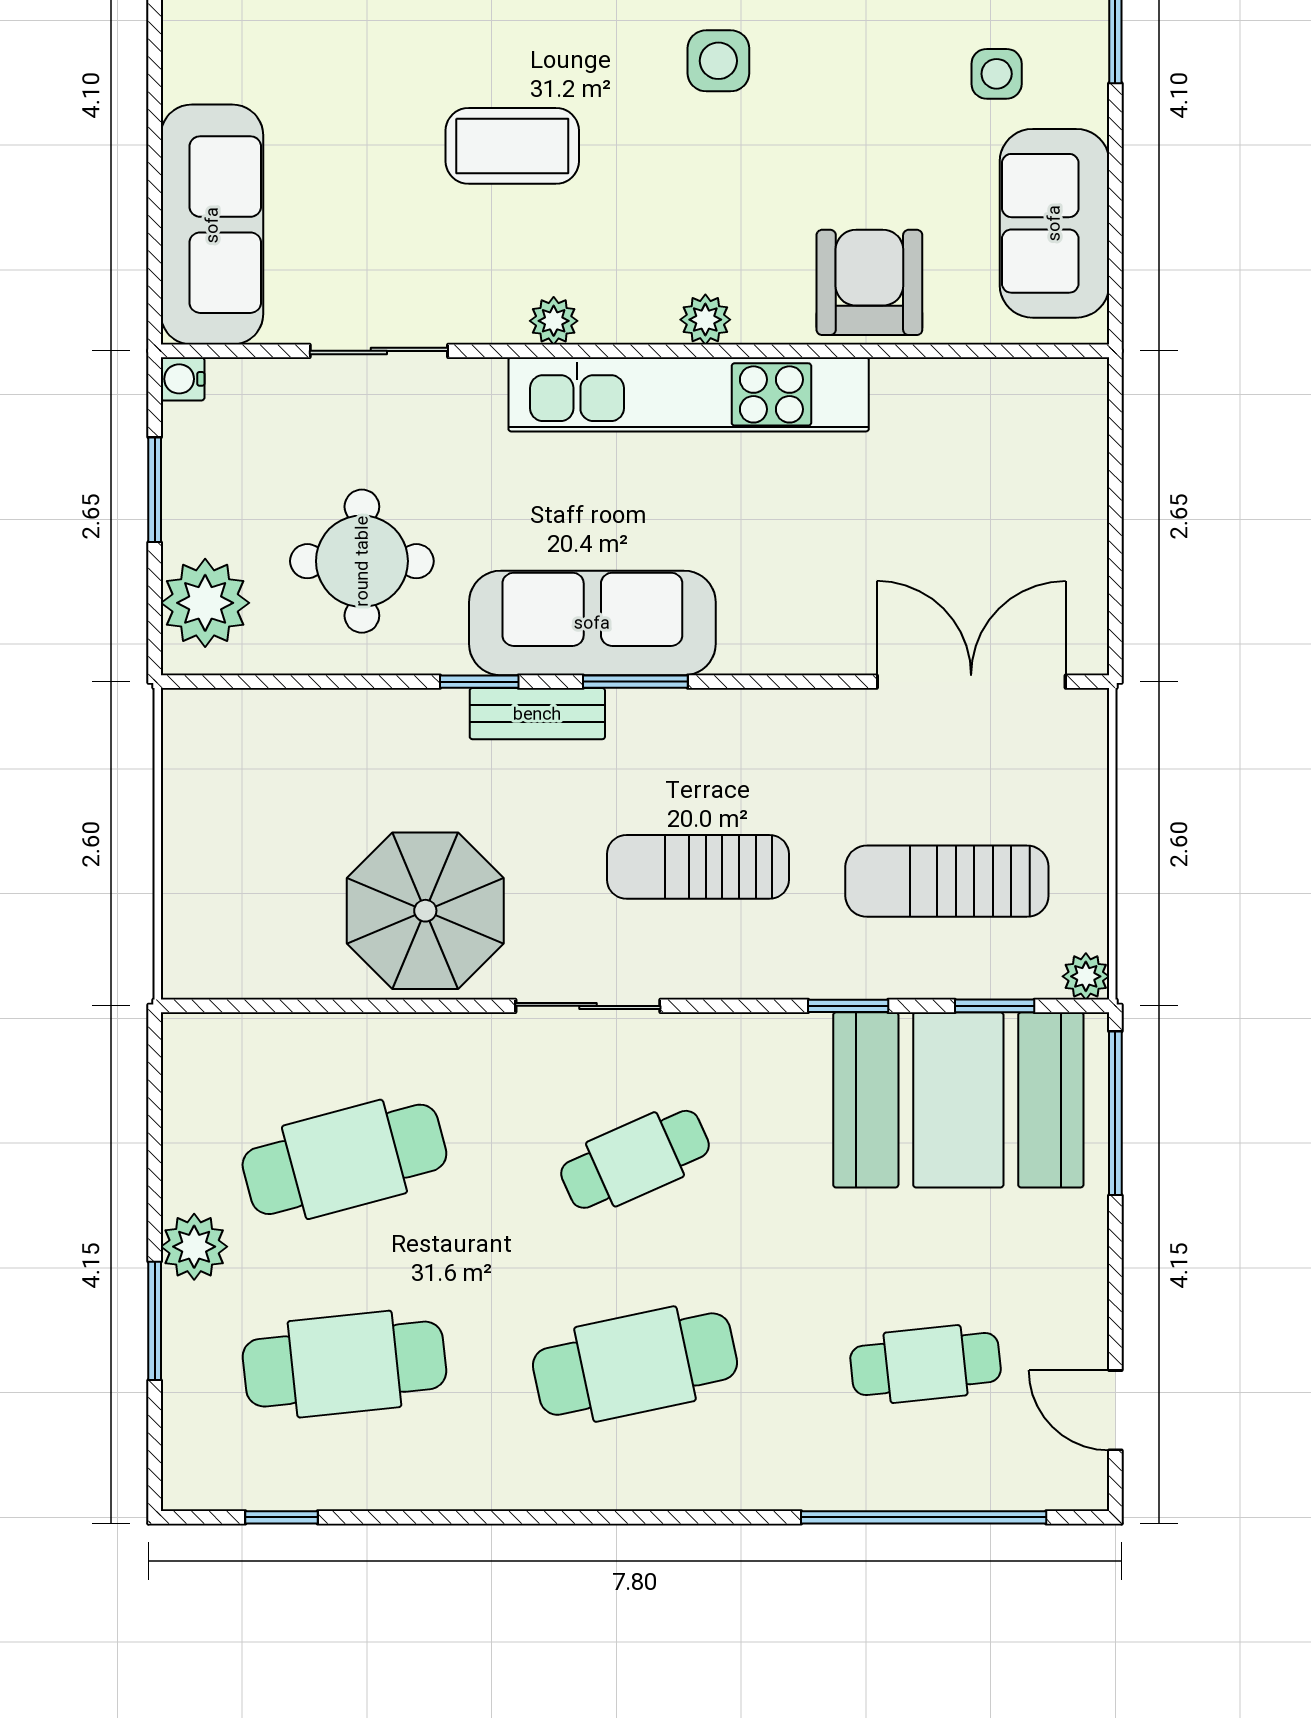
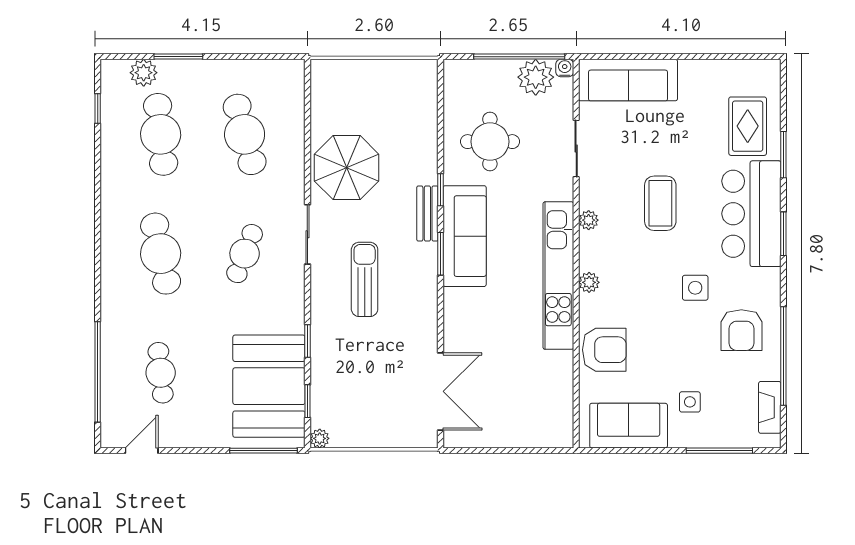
window: (155, 490) -> (519, 57), width x2.11
plant: (205, 603) -> (536, 77), moved
sun lounger: (947, 881) -> (359, 382), removed
cafe table: (635, 1159) -> (245, 254), turned 45
plant: (194, 1247) -> (144, 73), moved

